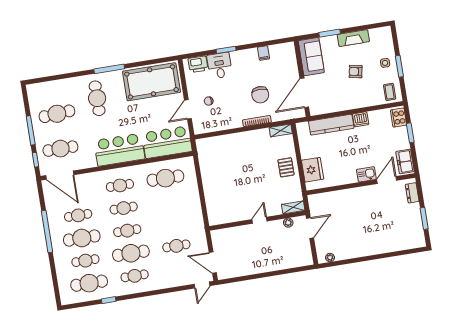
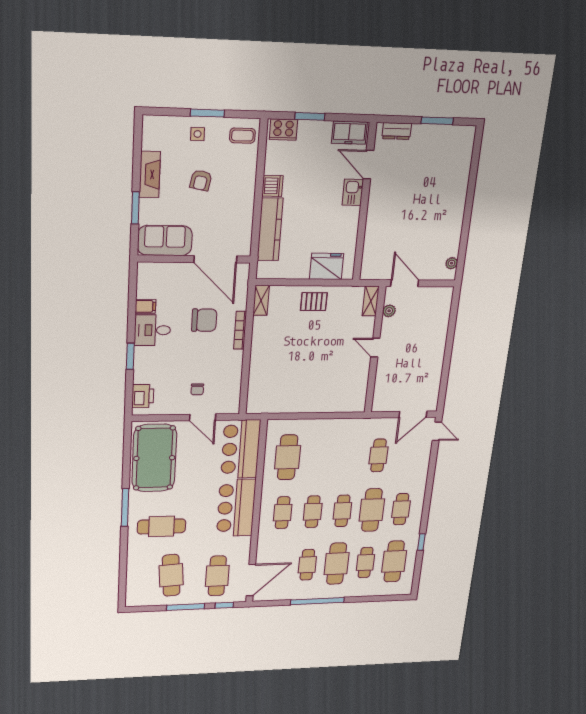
desk: (220, 66) -> (152, 330), moved

